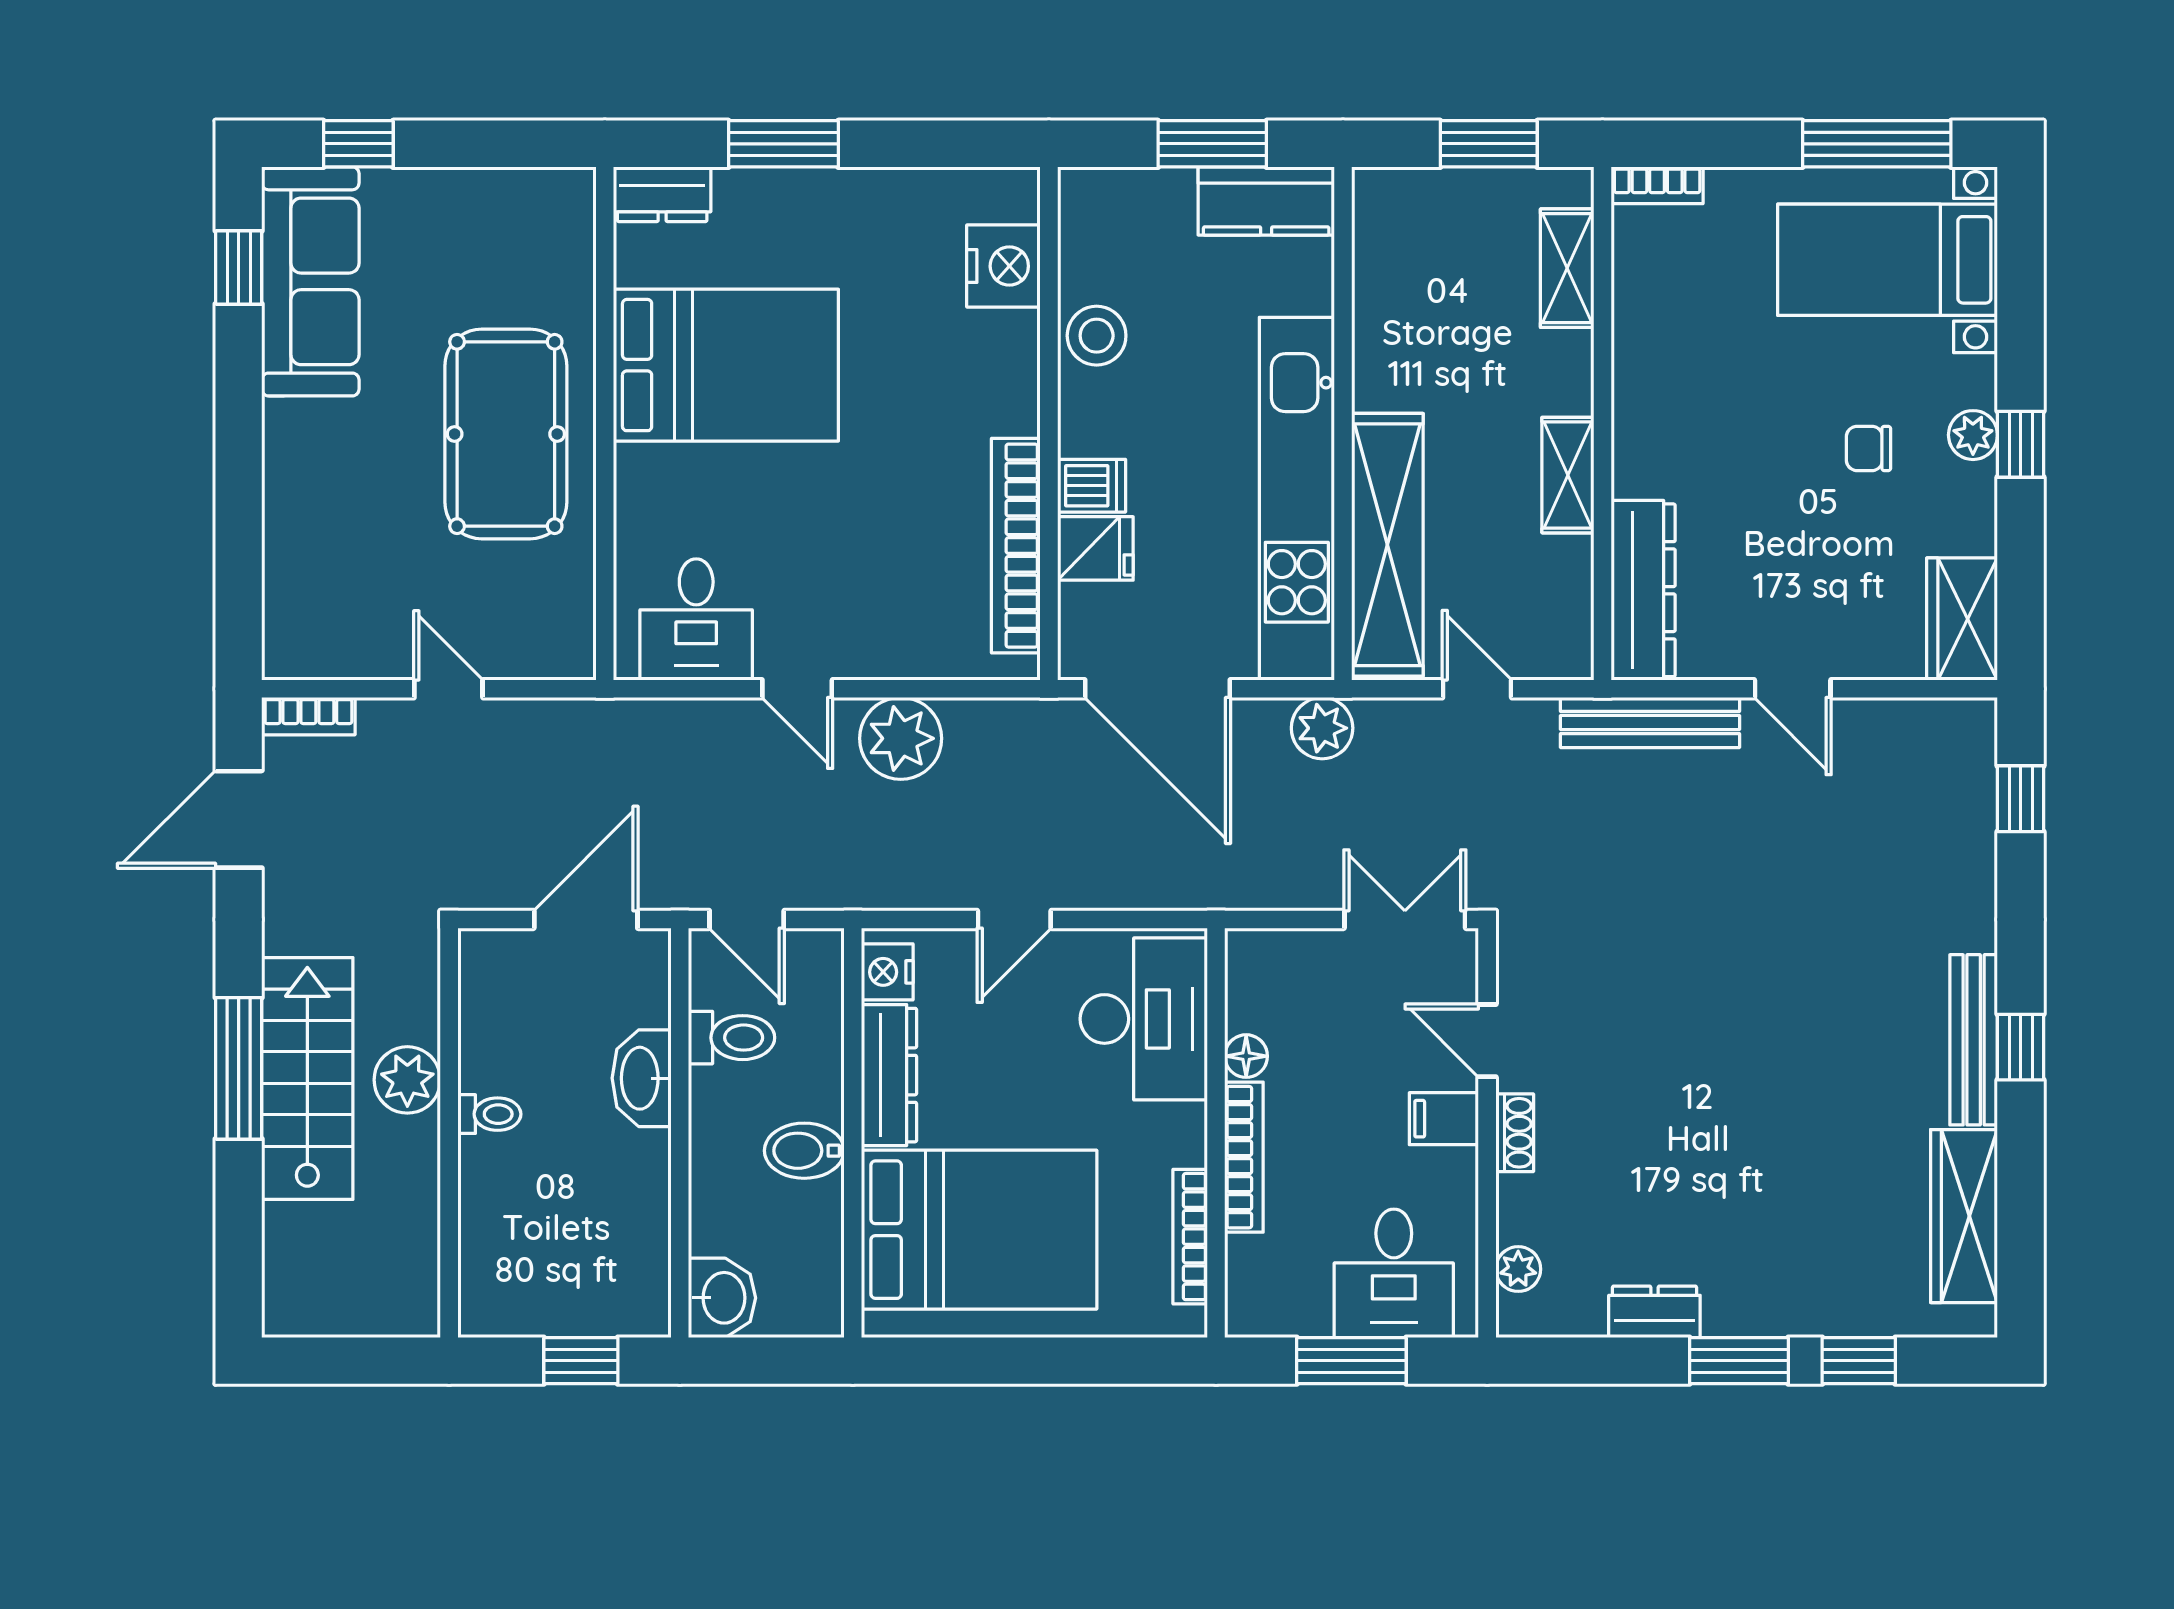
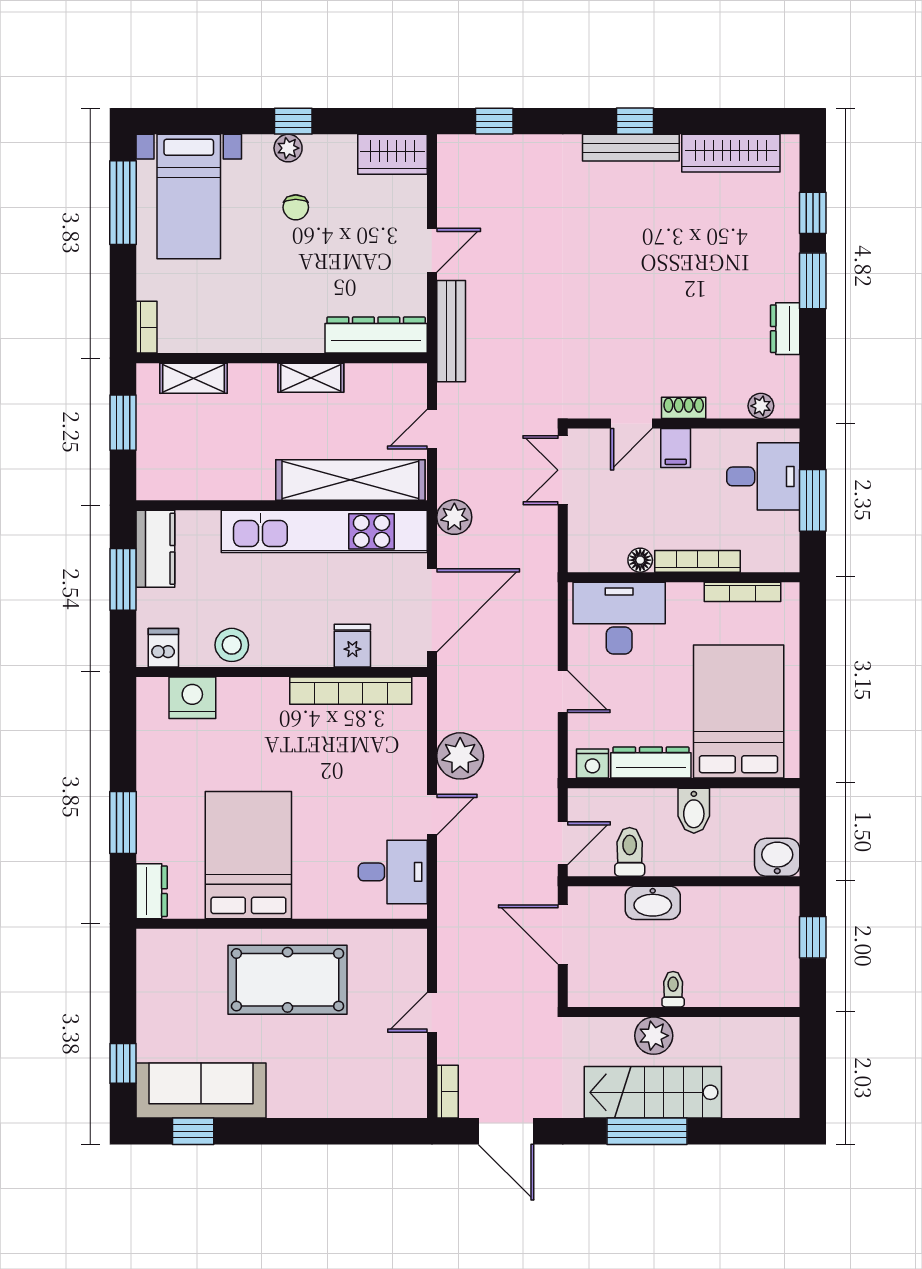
dishwasher: (1092, 486) -> (163, 648), moved

